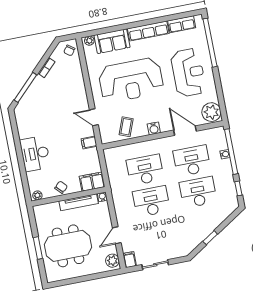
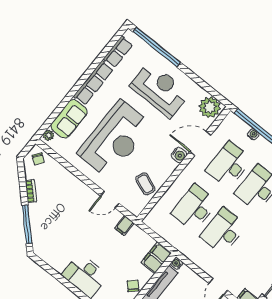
water cooler: (154, 128) -> (179, 155), moved

